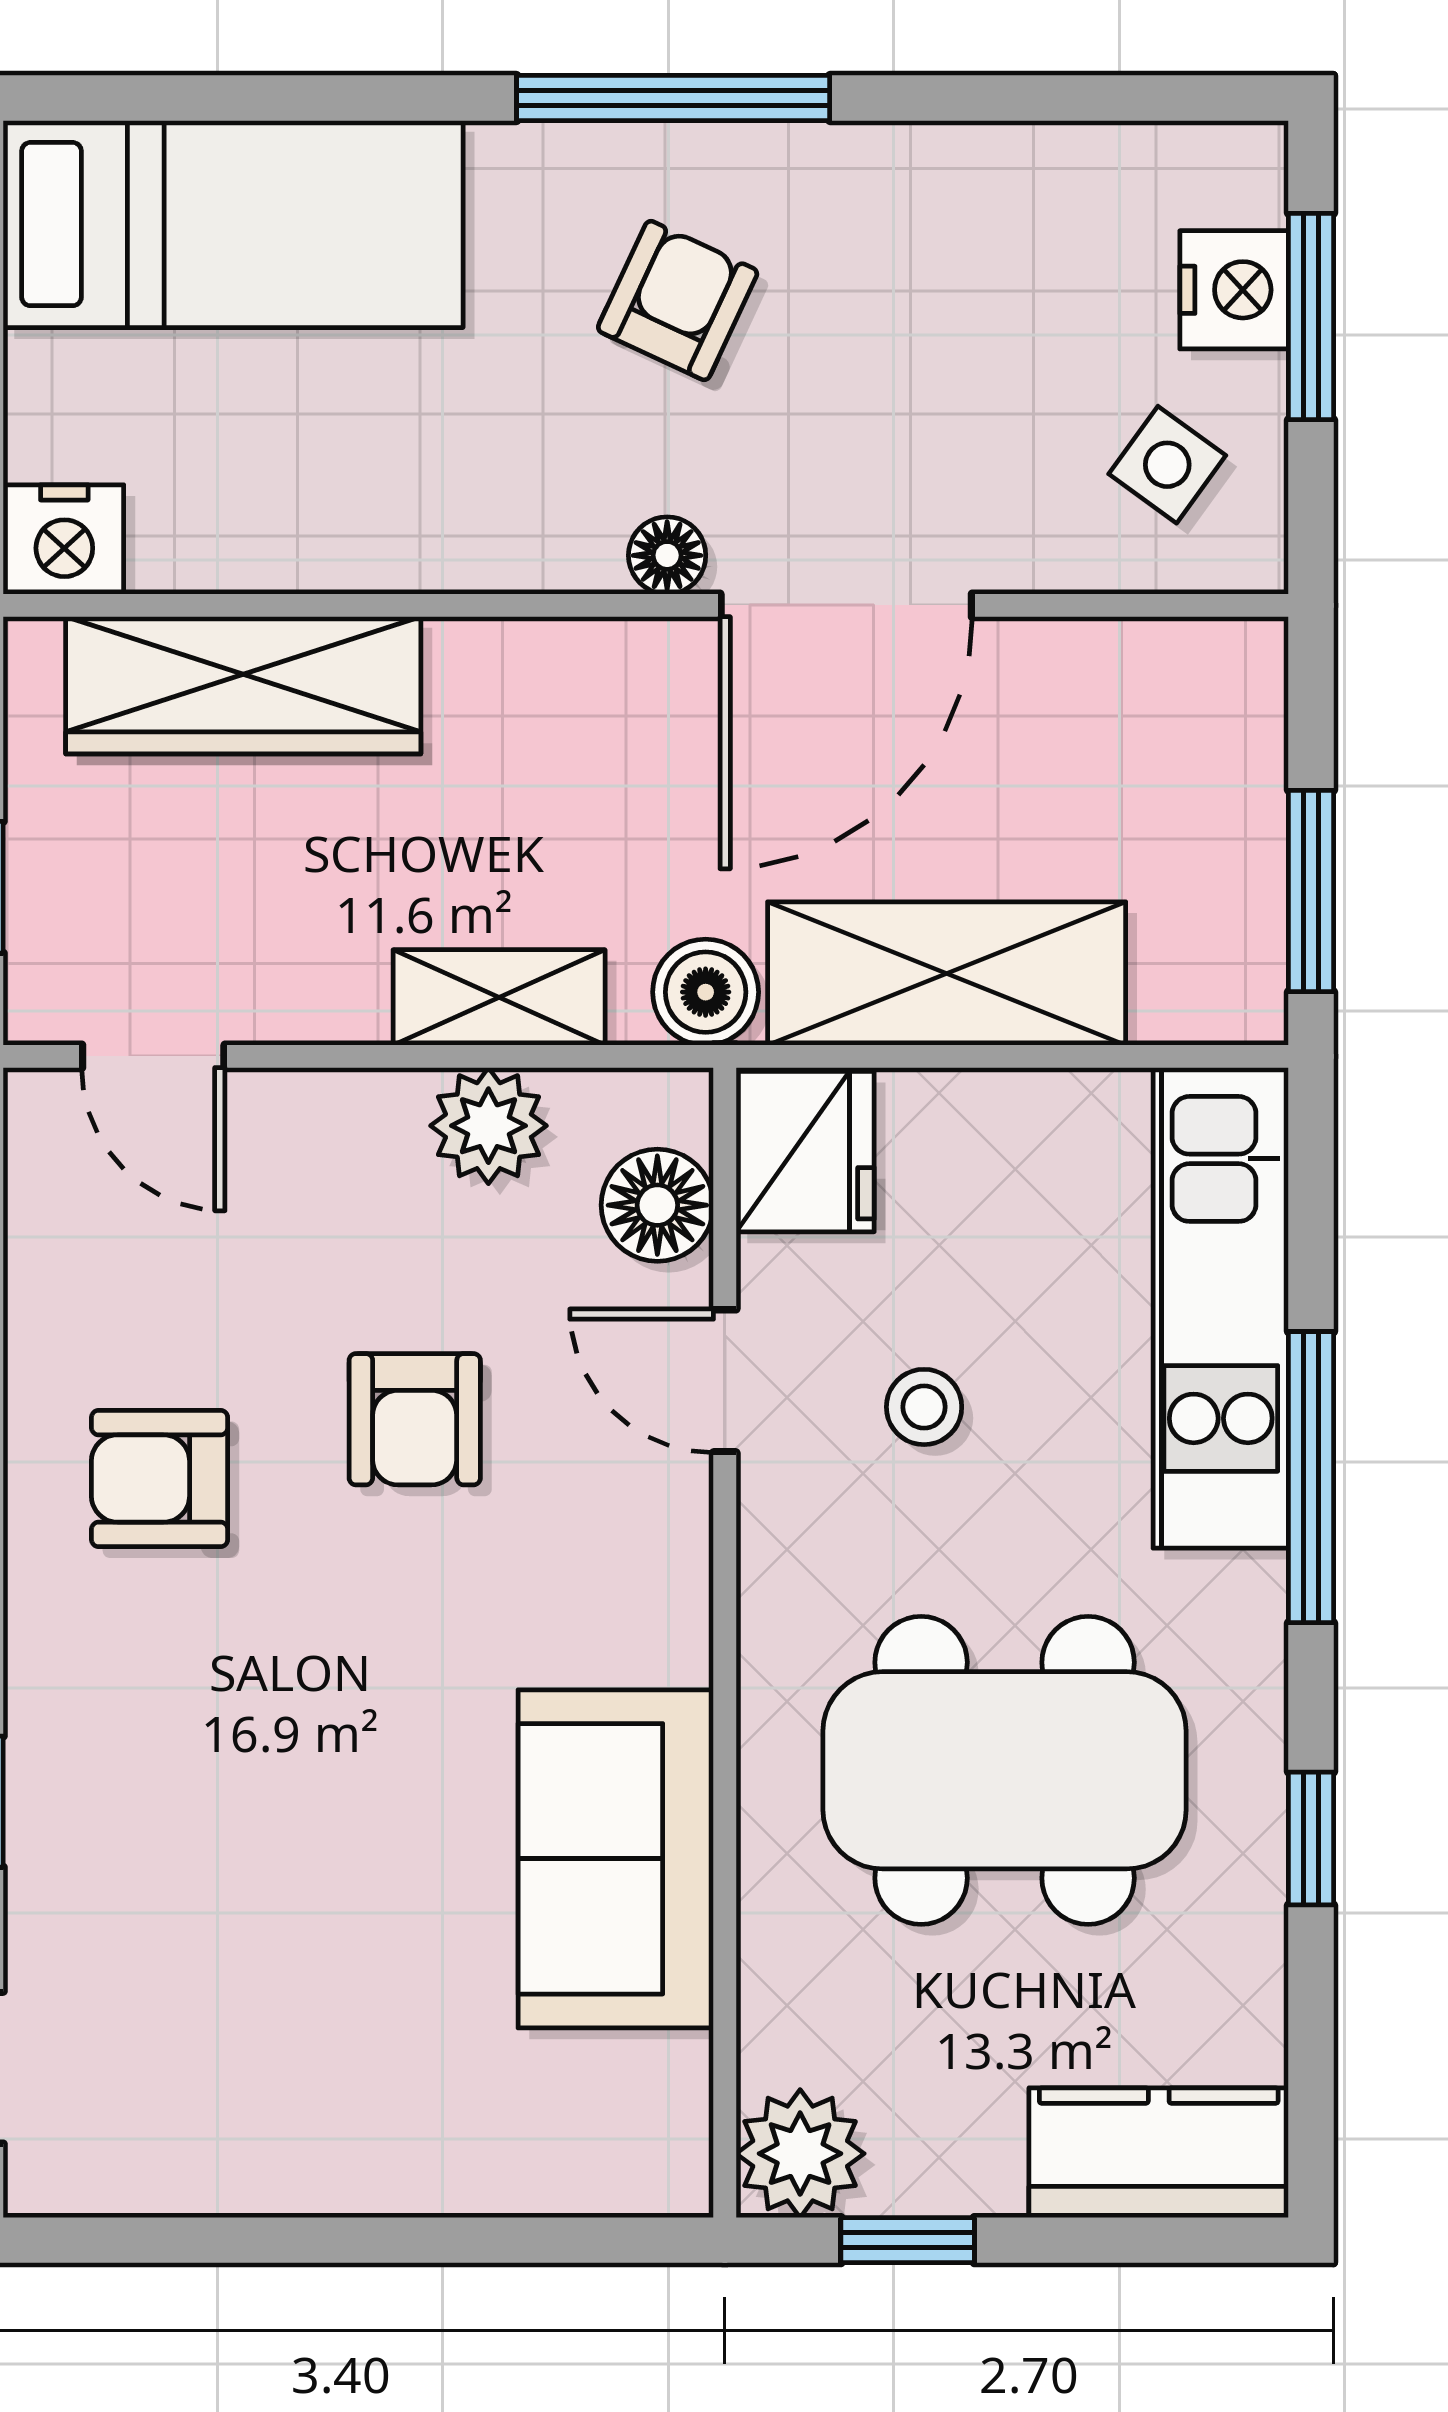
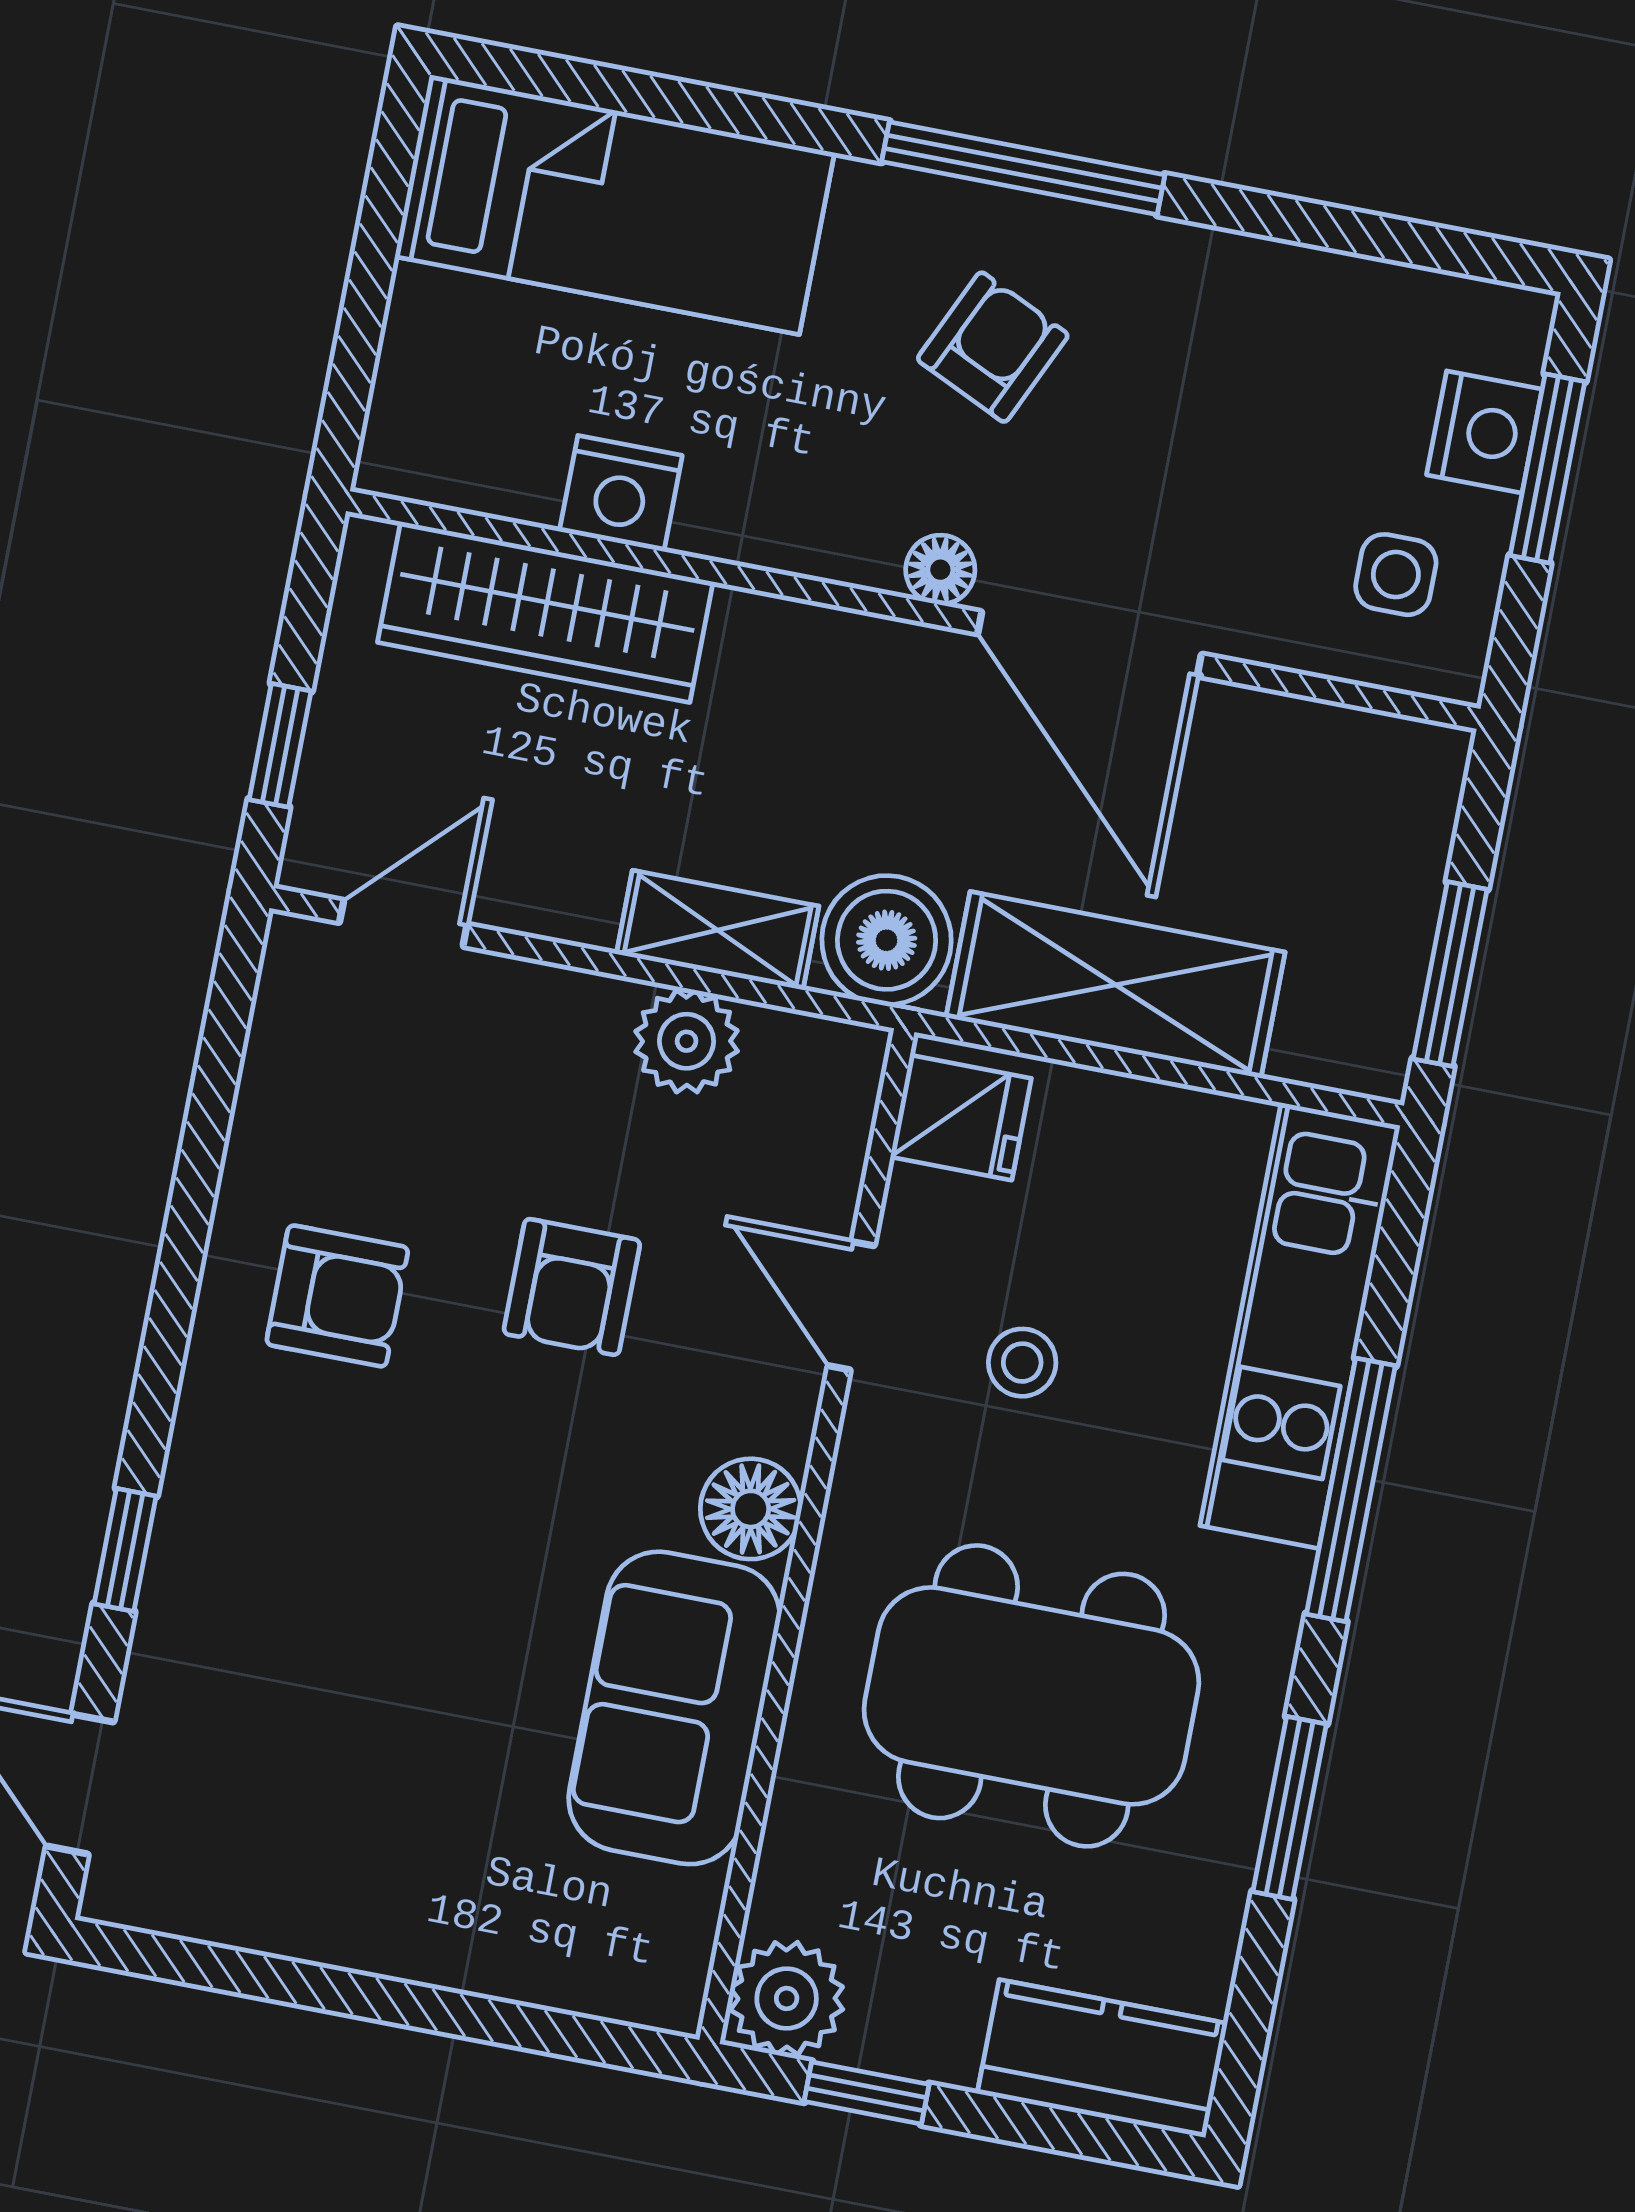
side table: (1167, 465) -> (1396, 575), turned -36
nightstand: (64, 539) -> (621, 494), moved
door: (846, 605) -> (1090, 644), hinge flipped
boiler: (706, 992) -> (887, 940), width x1.36, depth x1.36
door: (153, 1056) -> (403, 923), swing flipped
fridge: (805, 1152) -> (961, 1118), width x0.72
floor lamp: (657, 1205) -> (751, 1509), moved
armchair: (160, 1478) -> (337, 1296), turned 180
window: (1311, 1839) -> (1290, 1808), width x1.50

